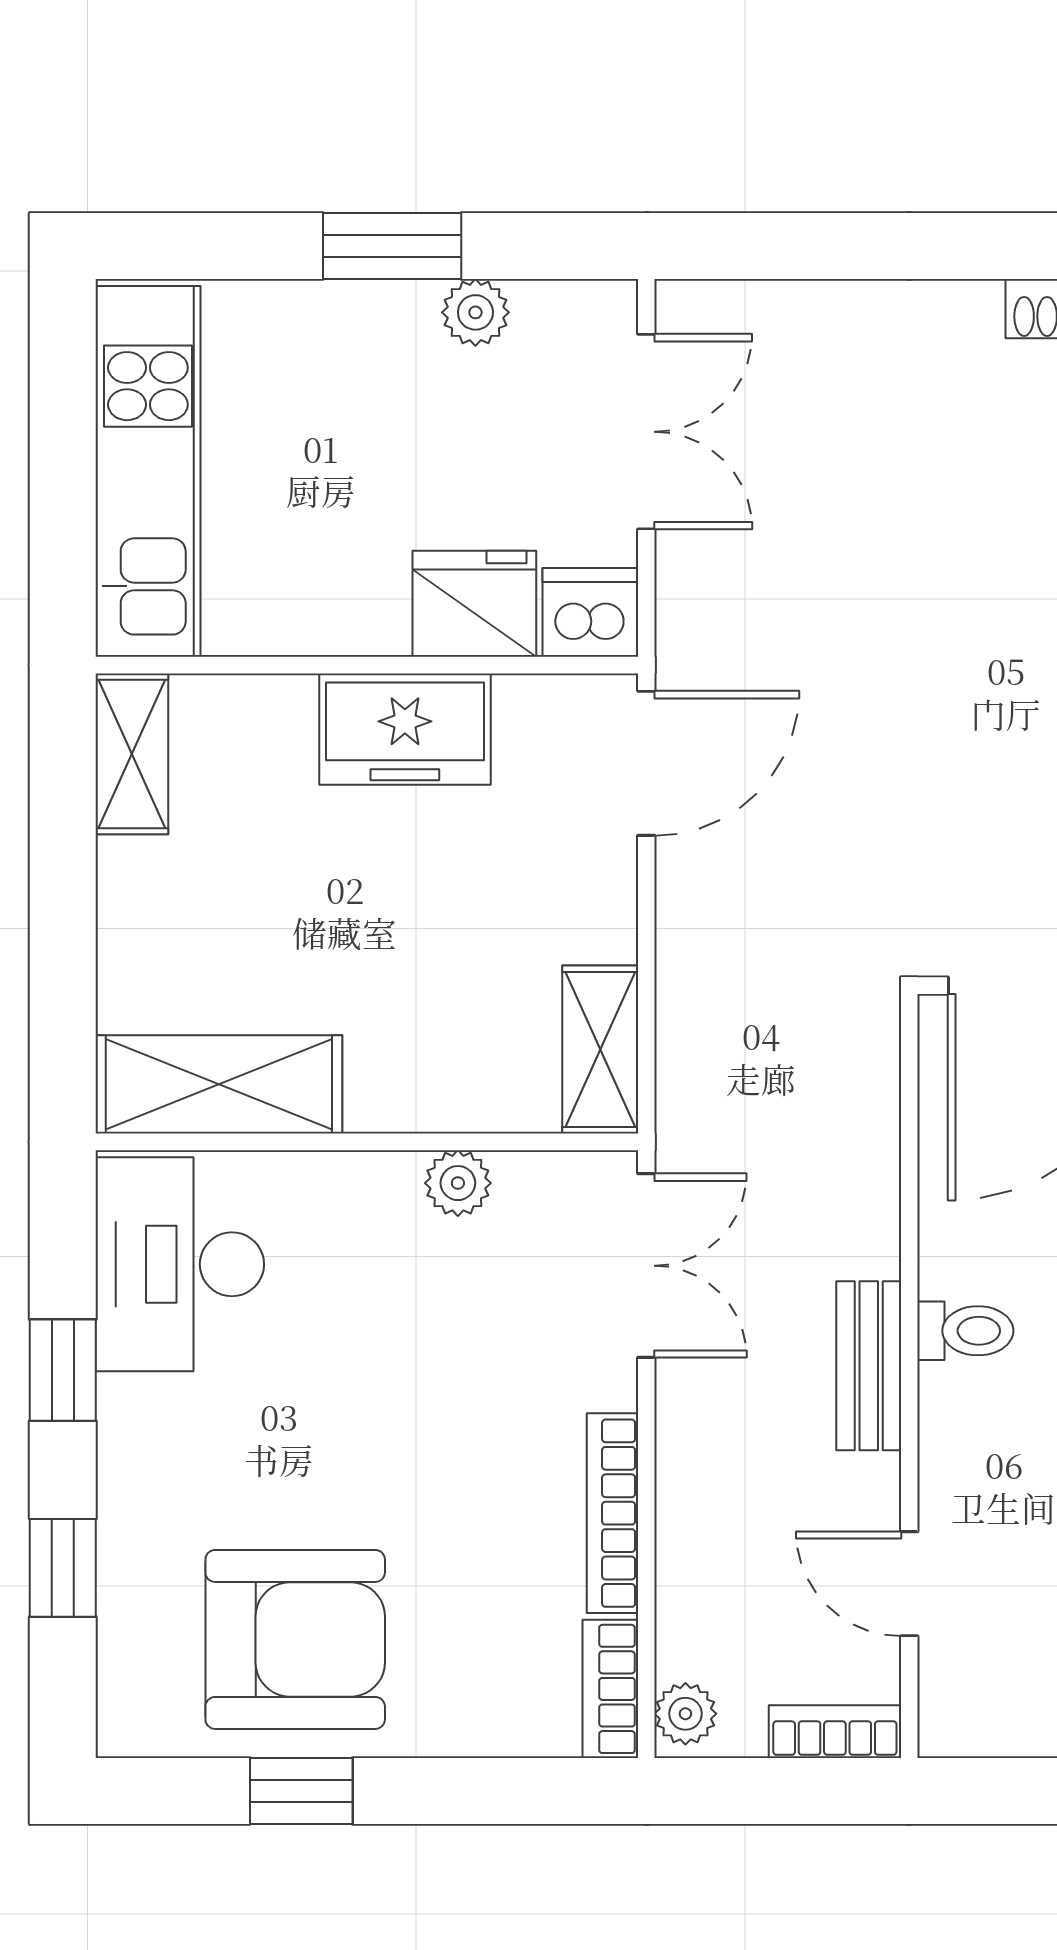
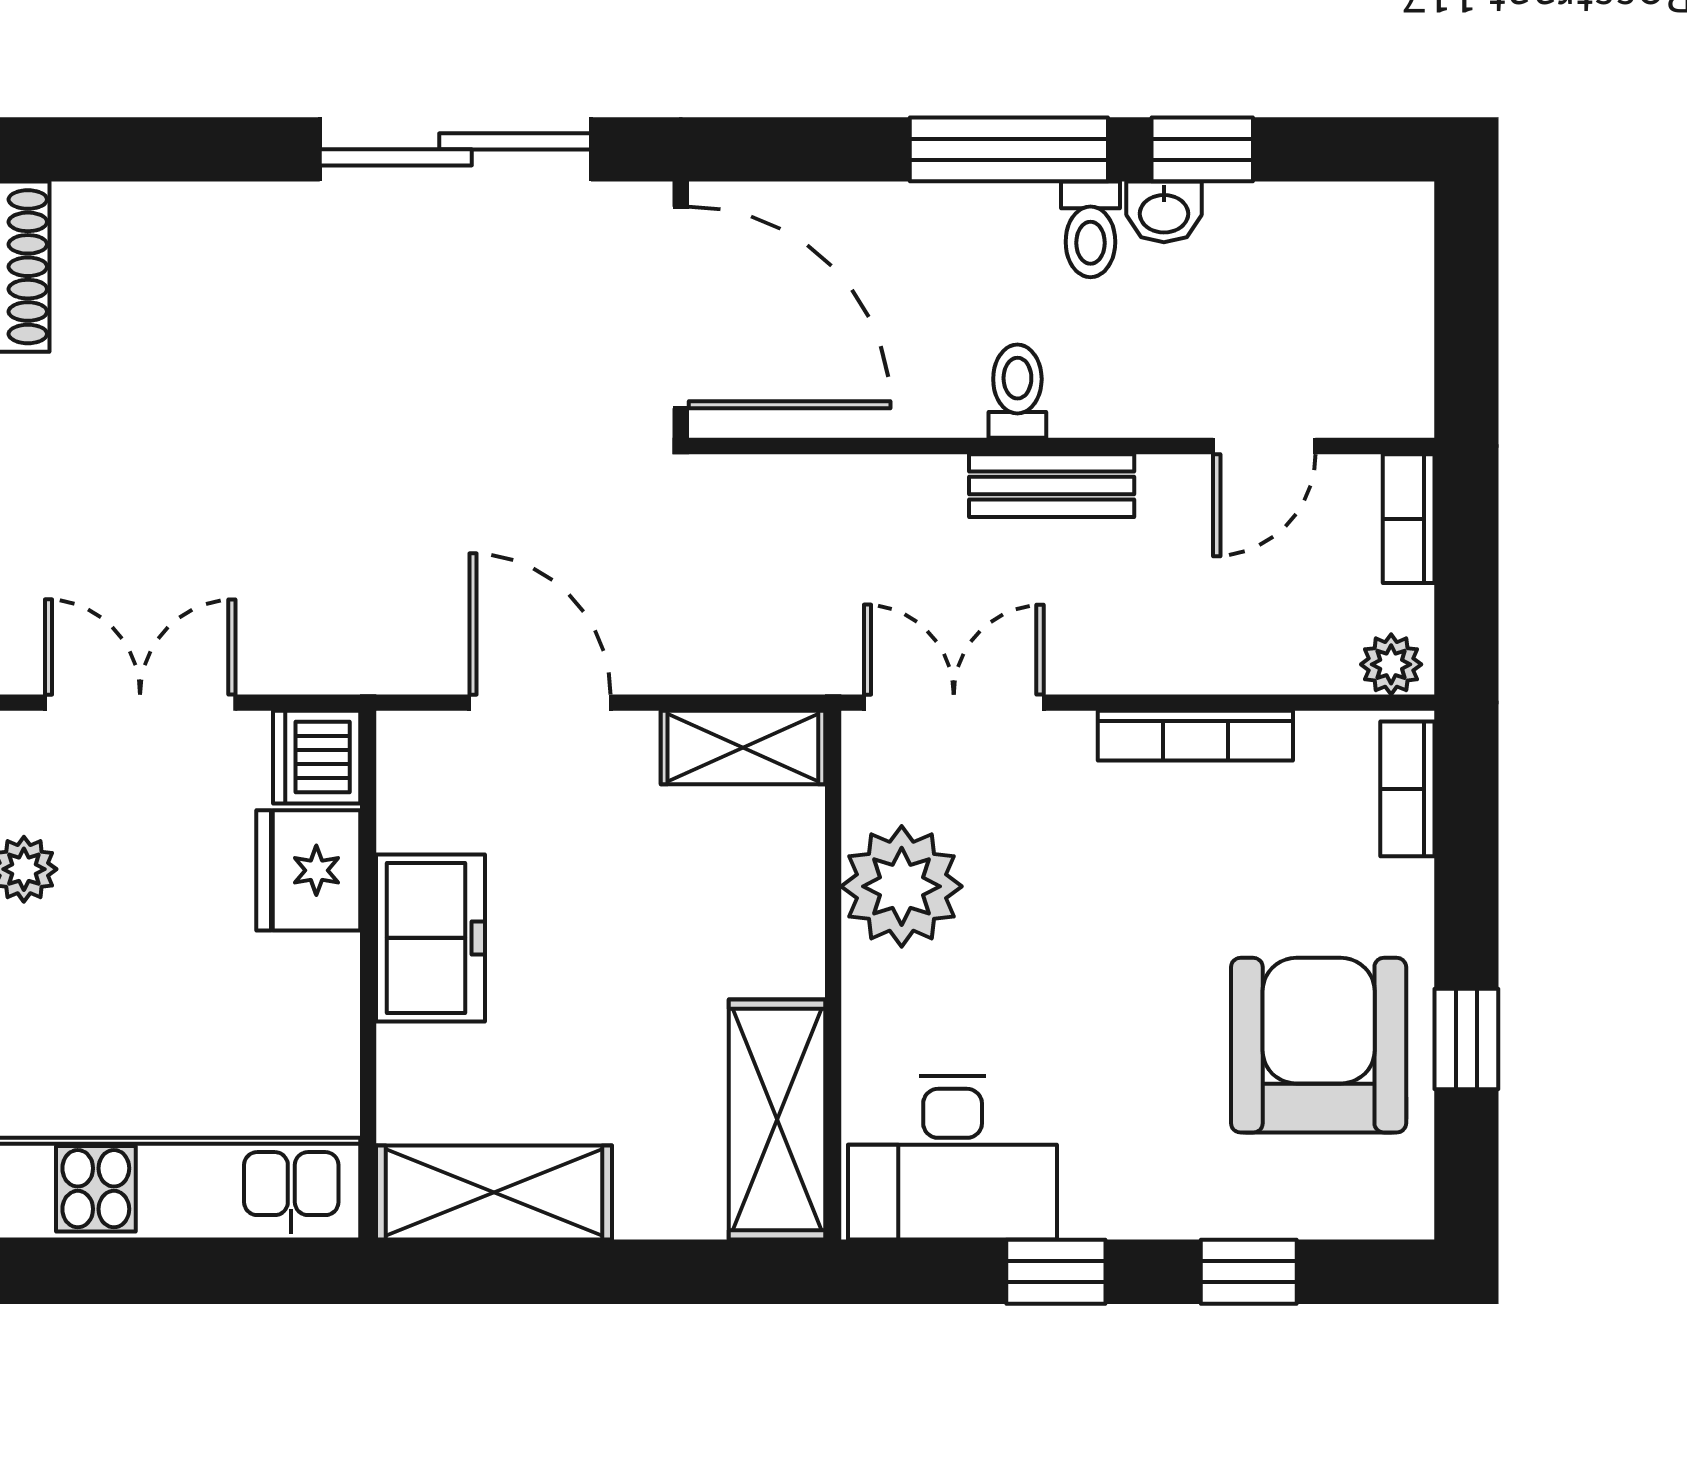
shelving: (132, 754) -> (494, 1193), width x1.50, depth x1.33
door: (646, 763) -> (540, 703), moved
plant: (458, 1183) -> (902, 886), width x1.88, depth x1.88
bookcase: (610, 1689) -> (1407, 789), moved, turned 90

